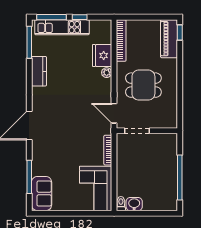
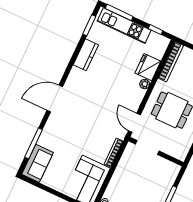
window: (80, 17) -> (156, 30), moved
window: (29, 42) -> (89, 25), width x0.69

